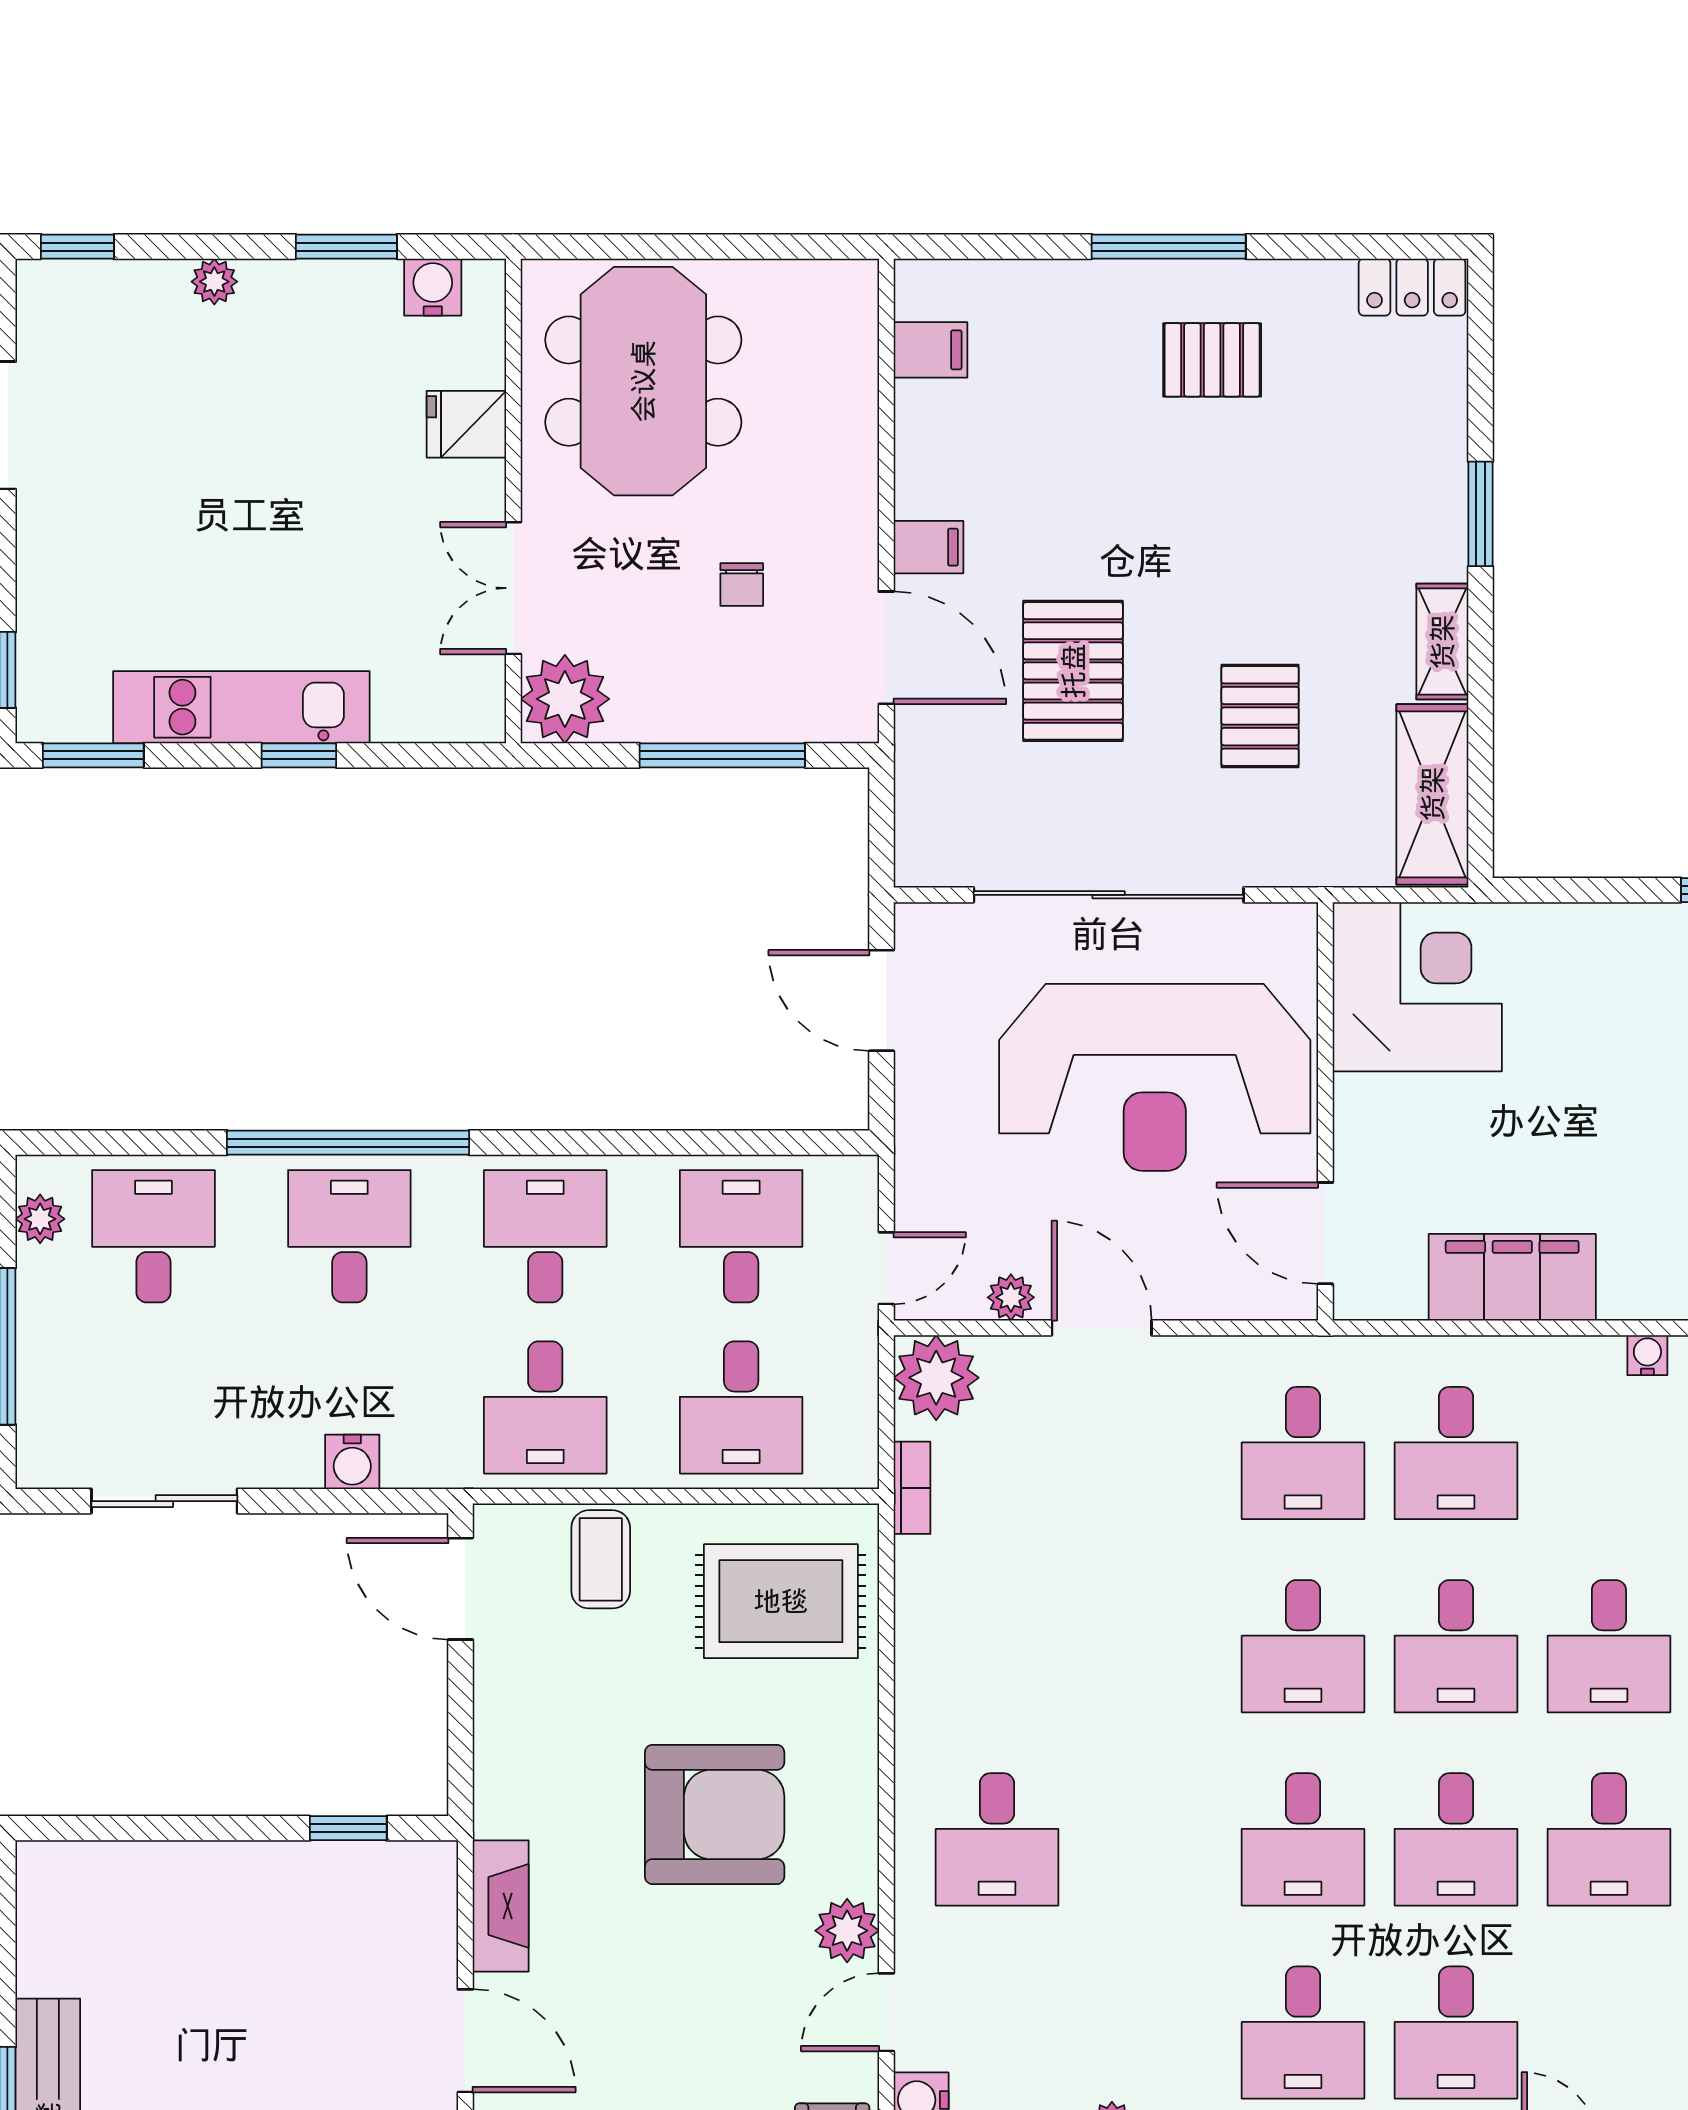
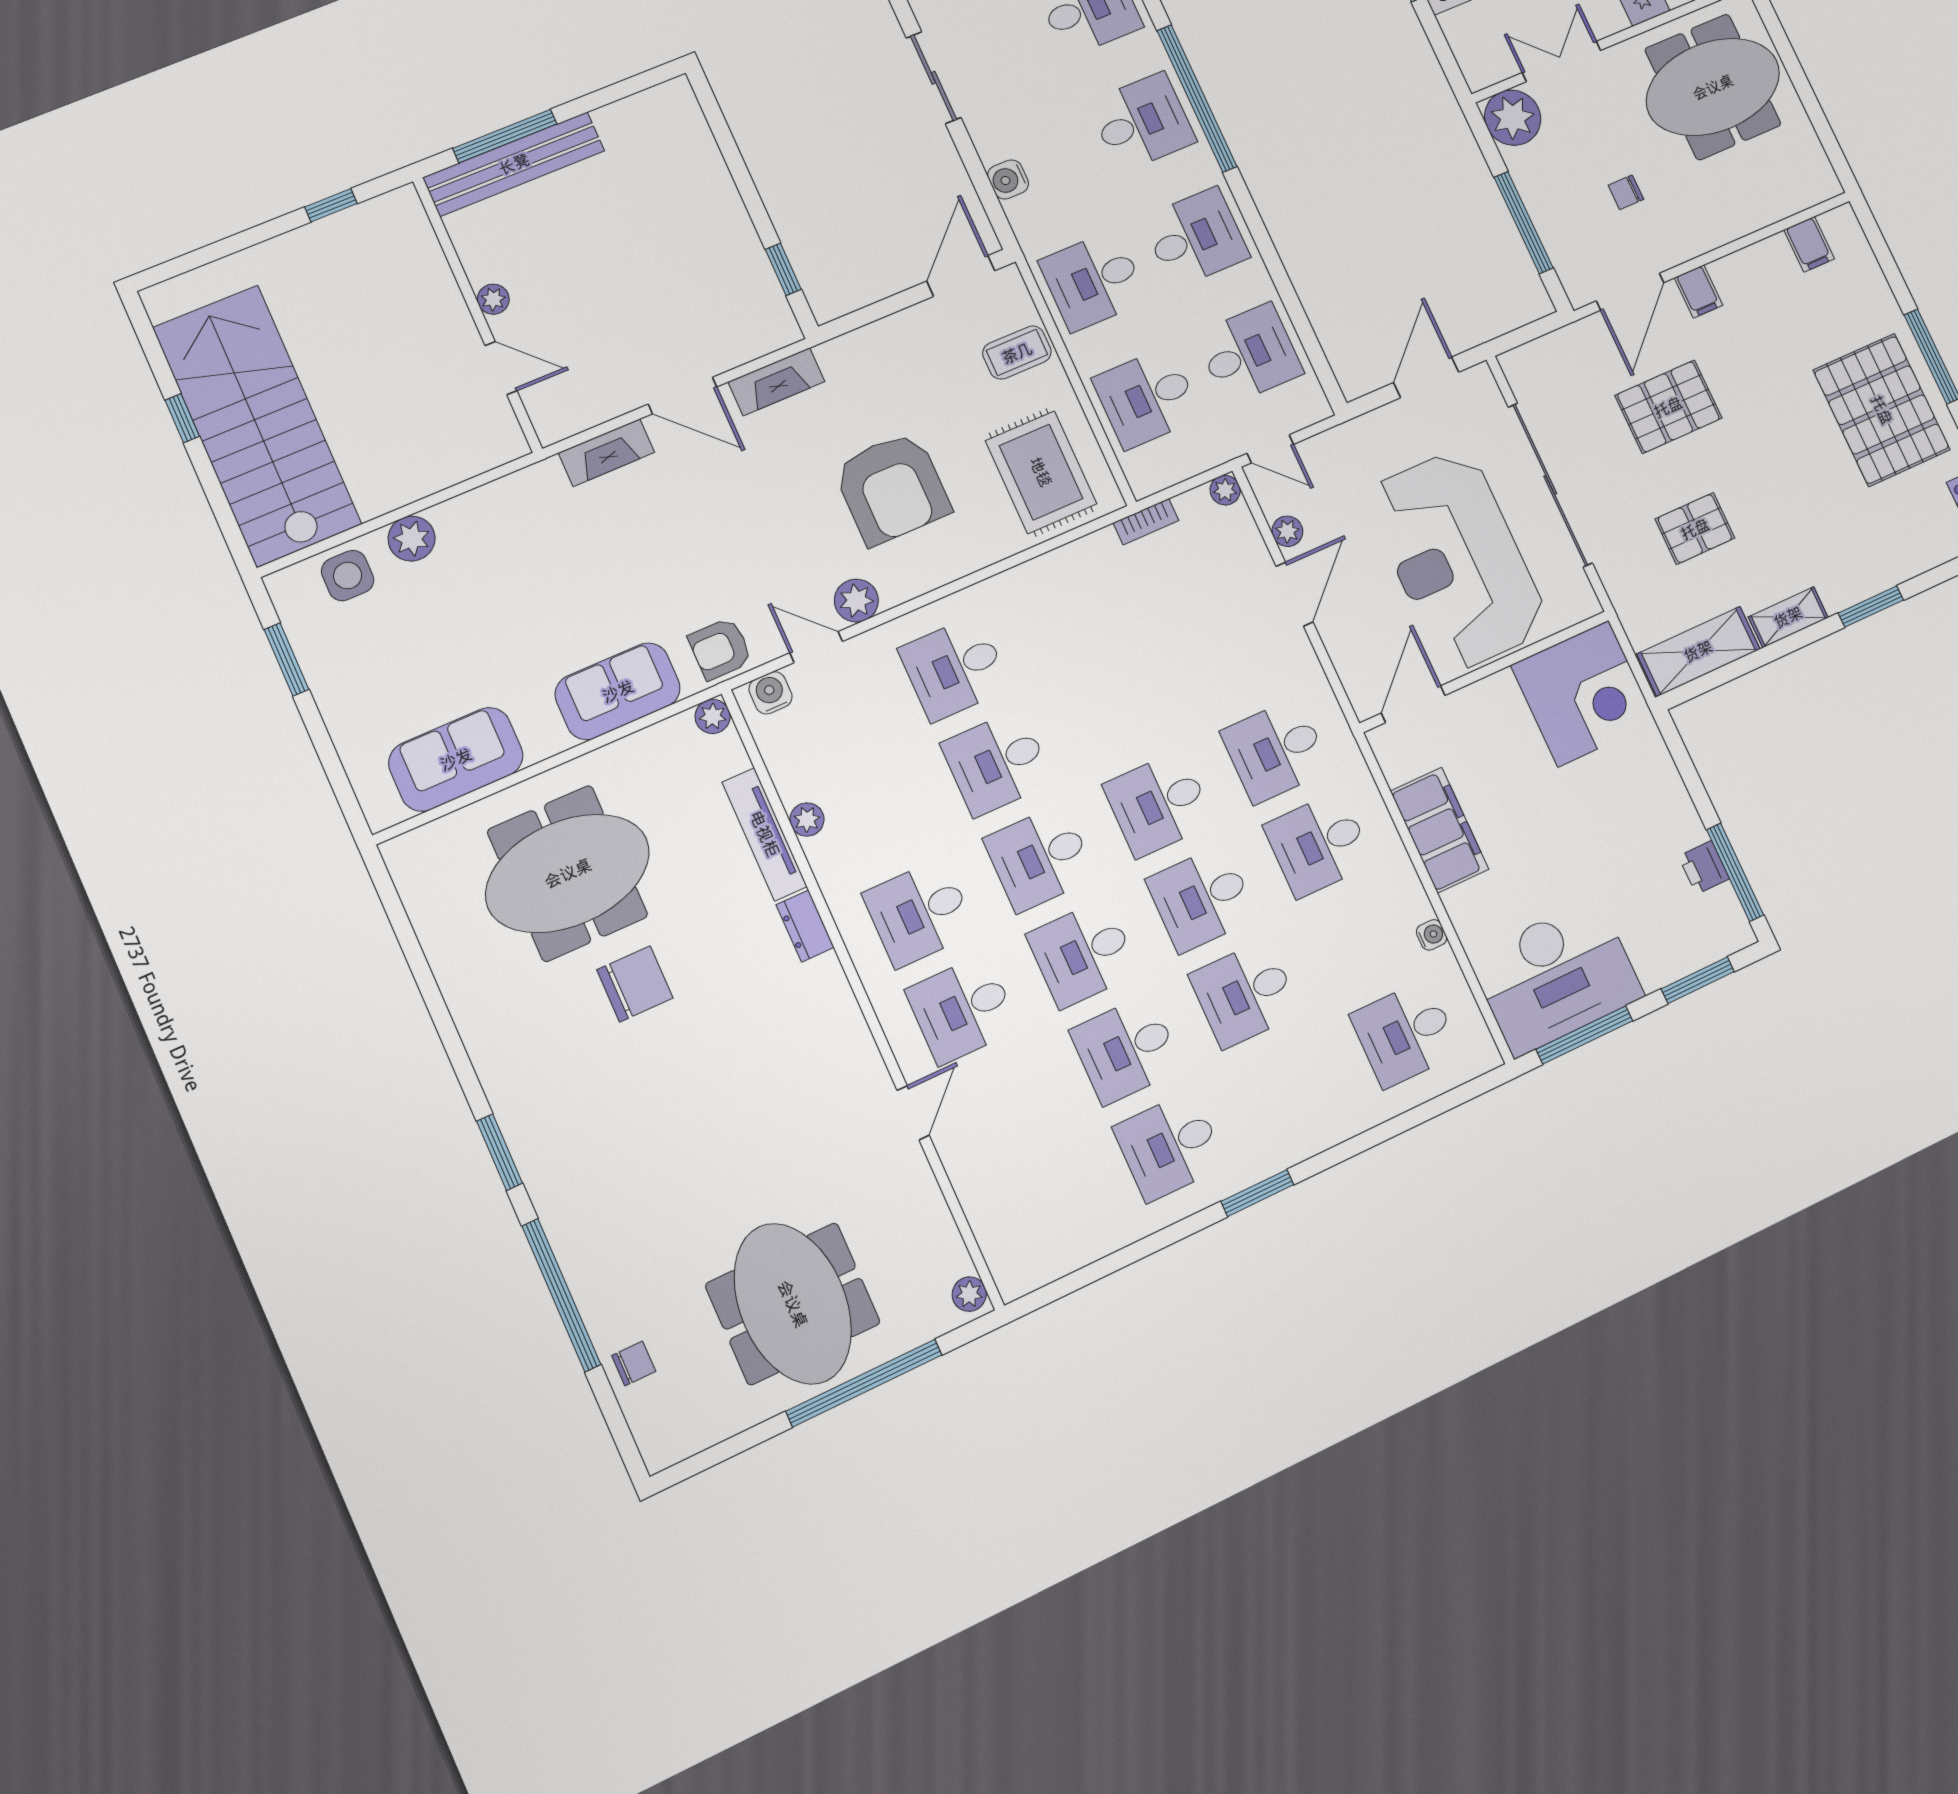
pallet: (1212, 360) -> (1882, 410), width x2.05, depth x2.00
plant: (936, 1378) -> (1225, 490), width x0.53, depth x0.53
desk: (1150, 1839) -> (997, 763), added
door: (465, 2041) -> (683, 396), hinge flipped

